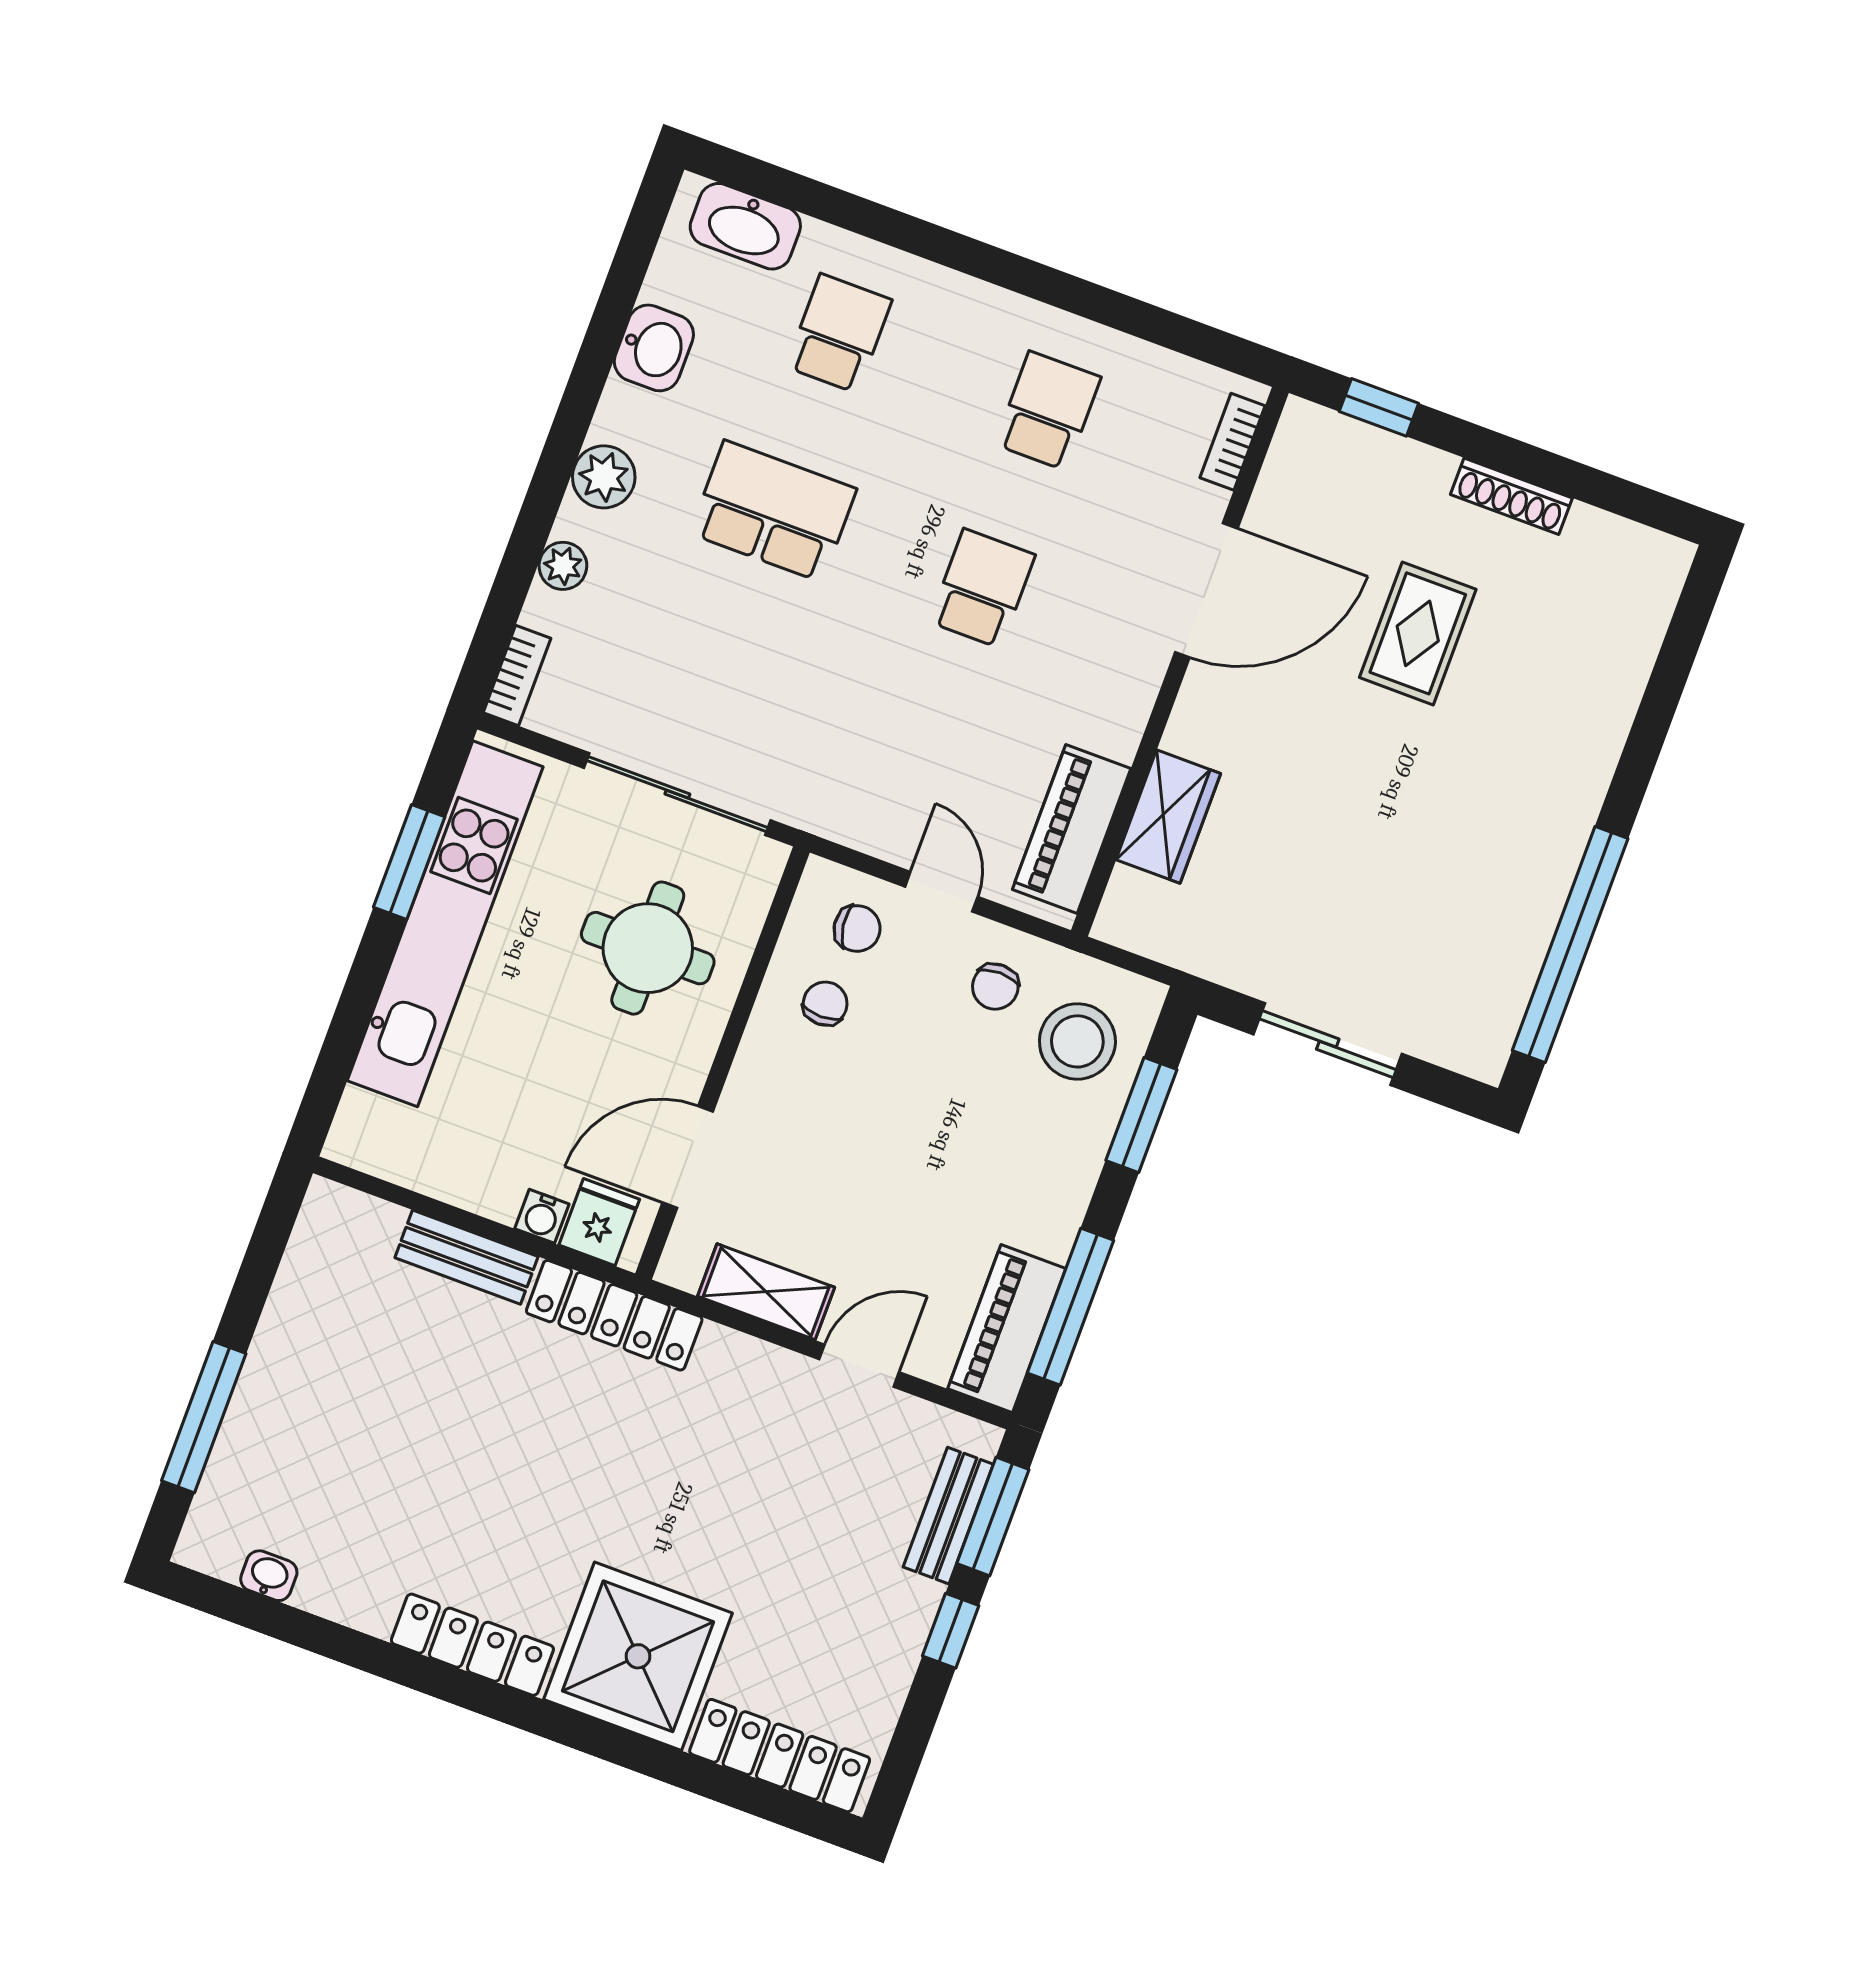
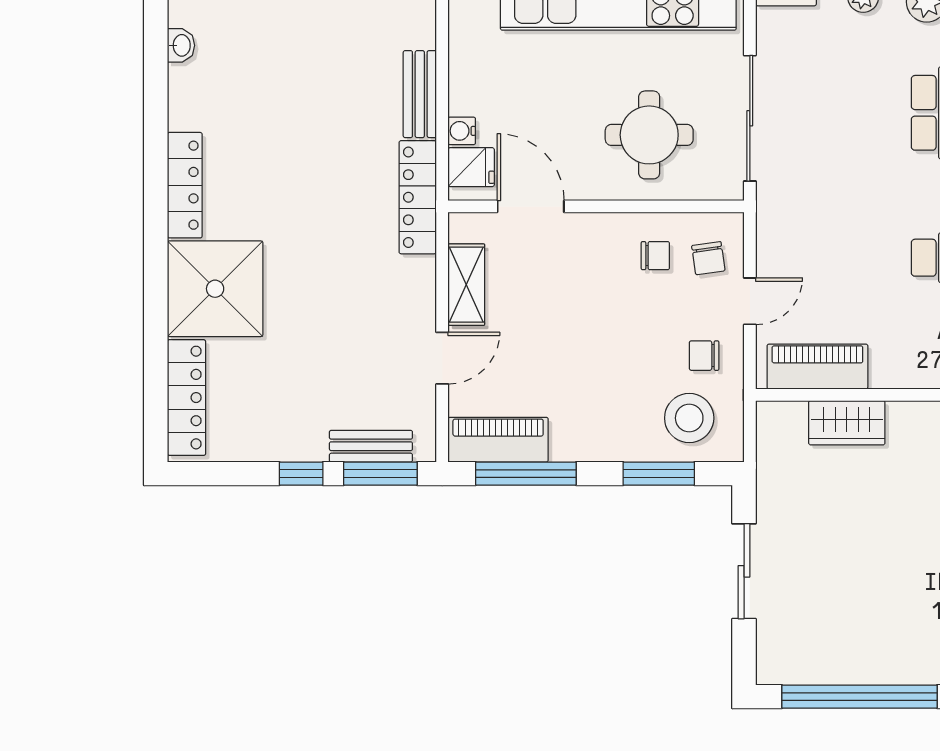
door: (859, 1366) -> (442, 358), hinge flipped

